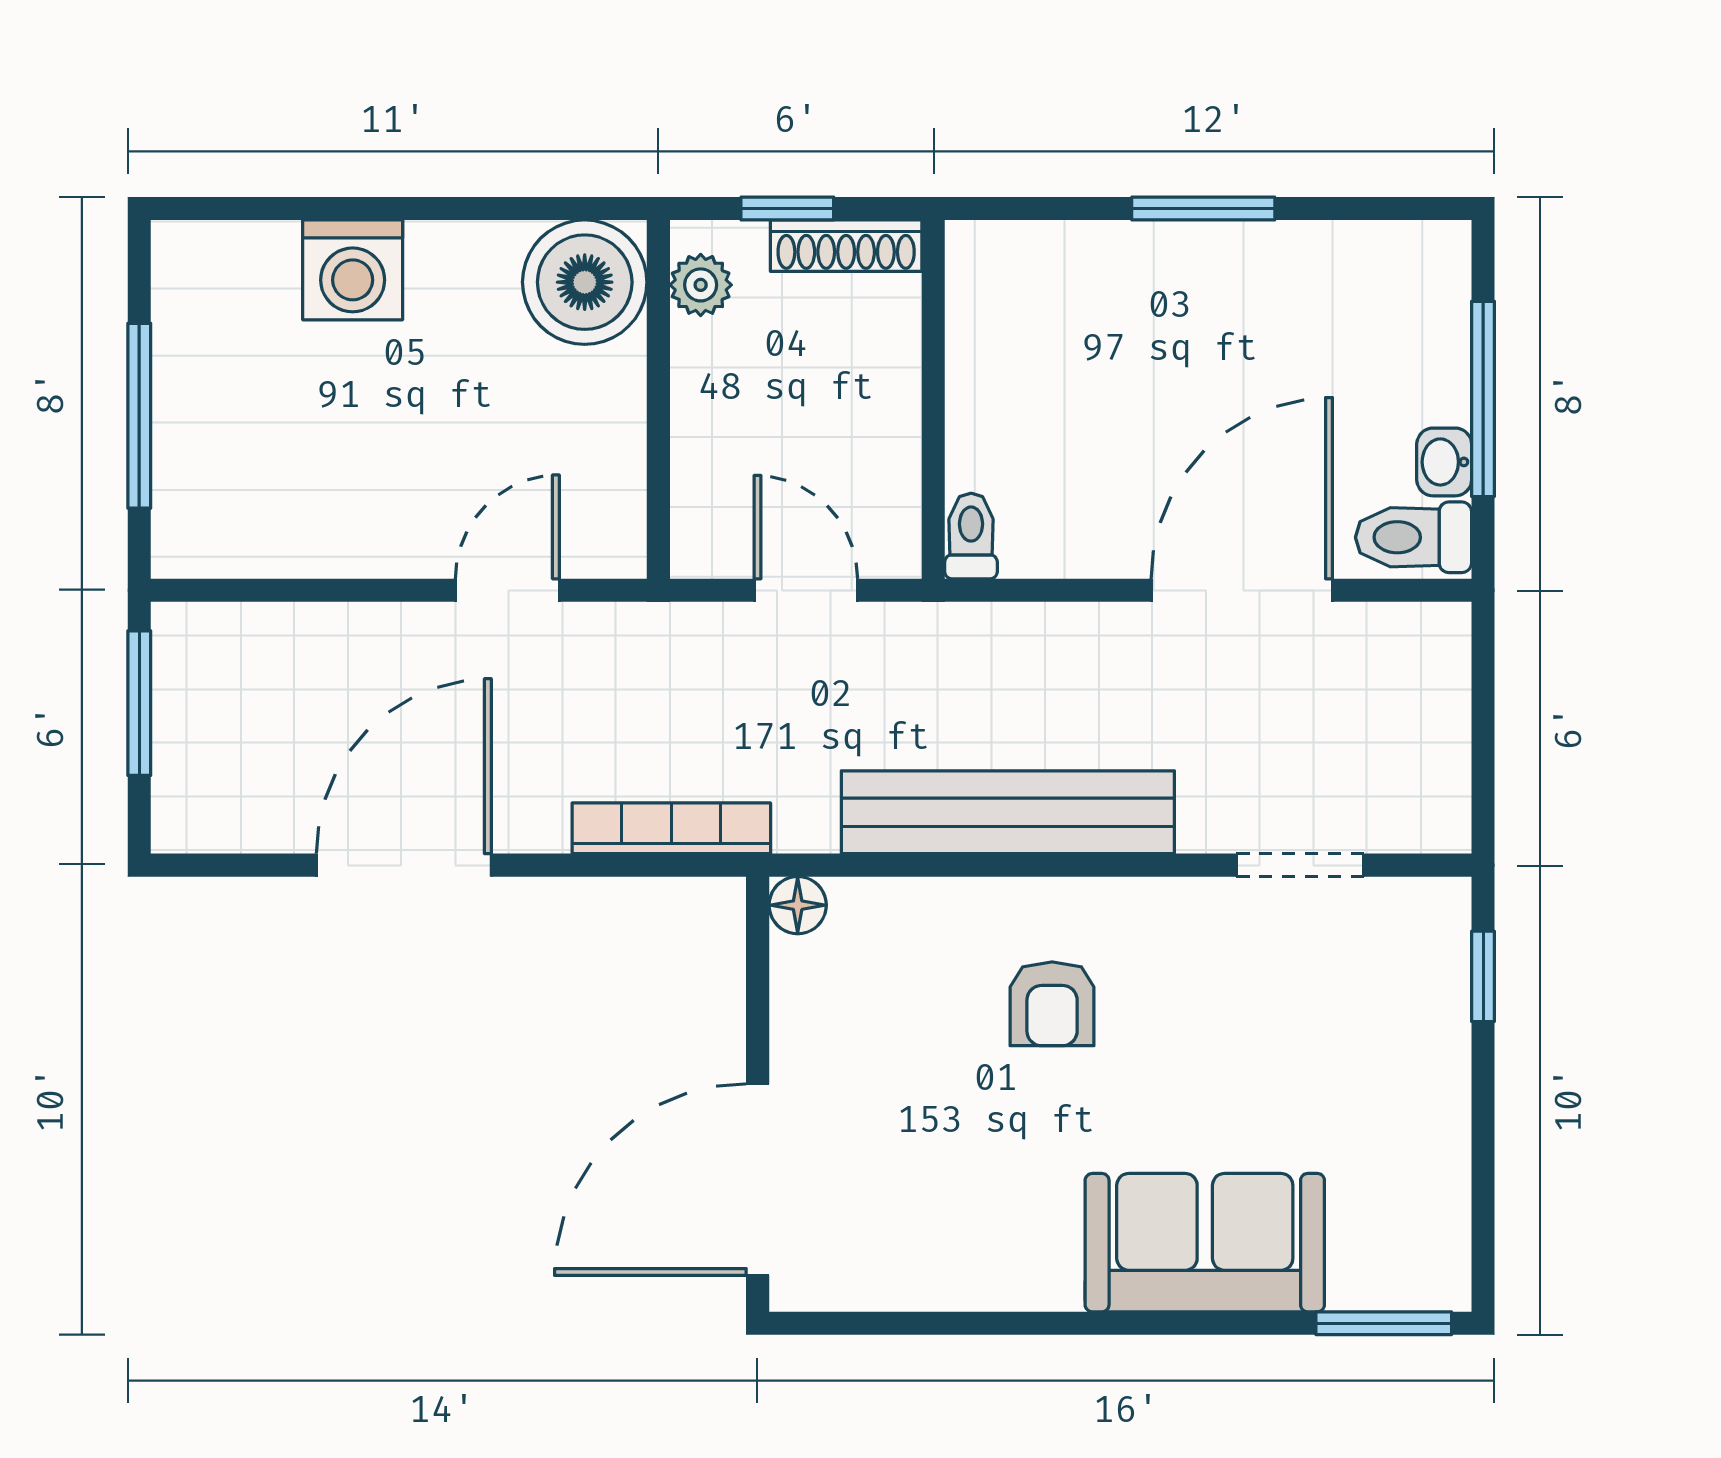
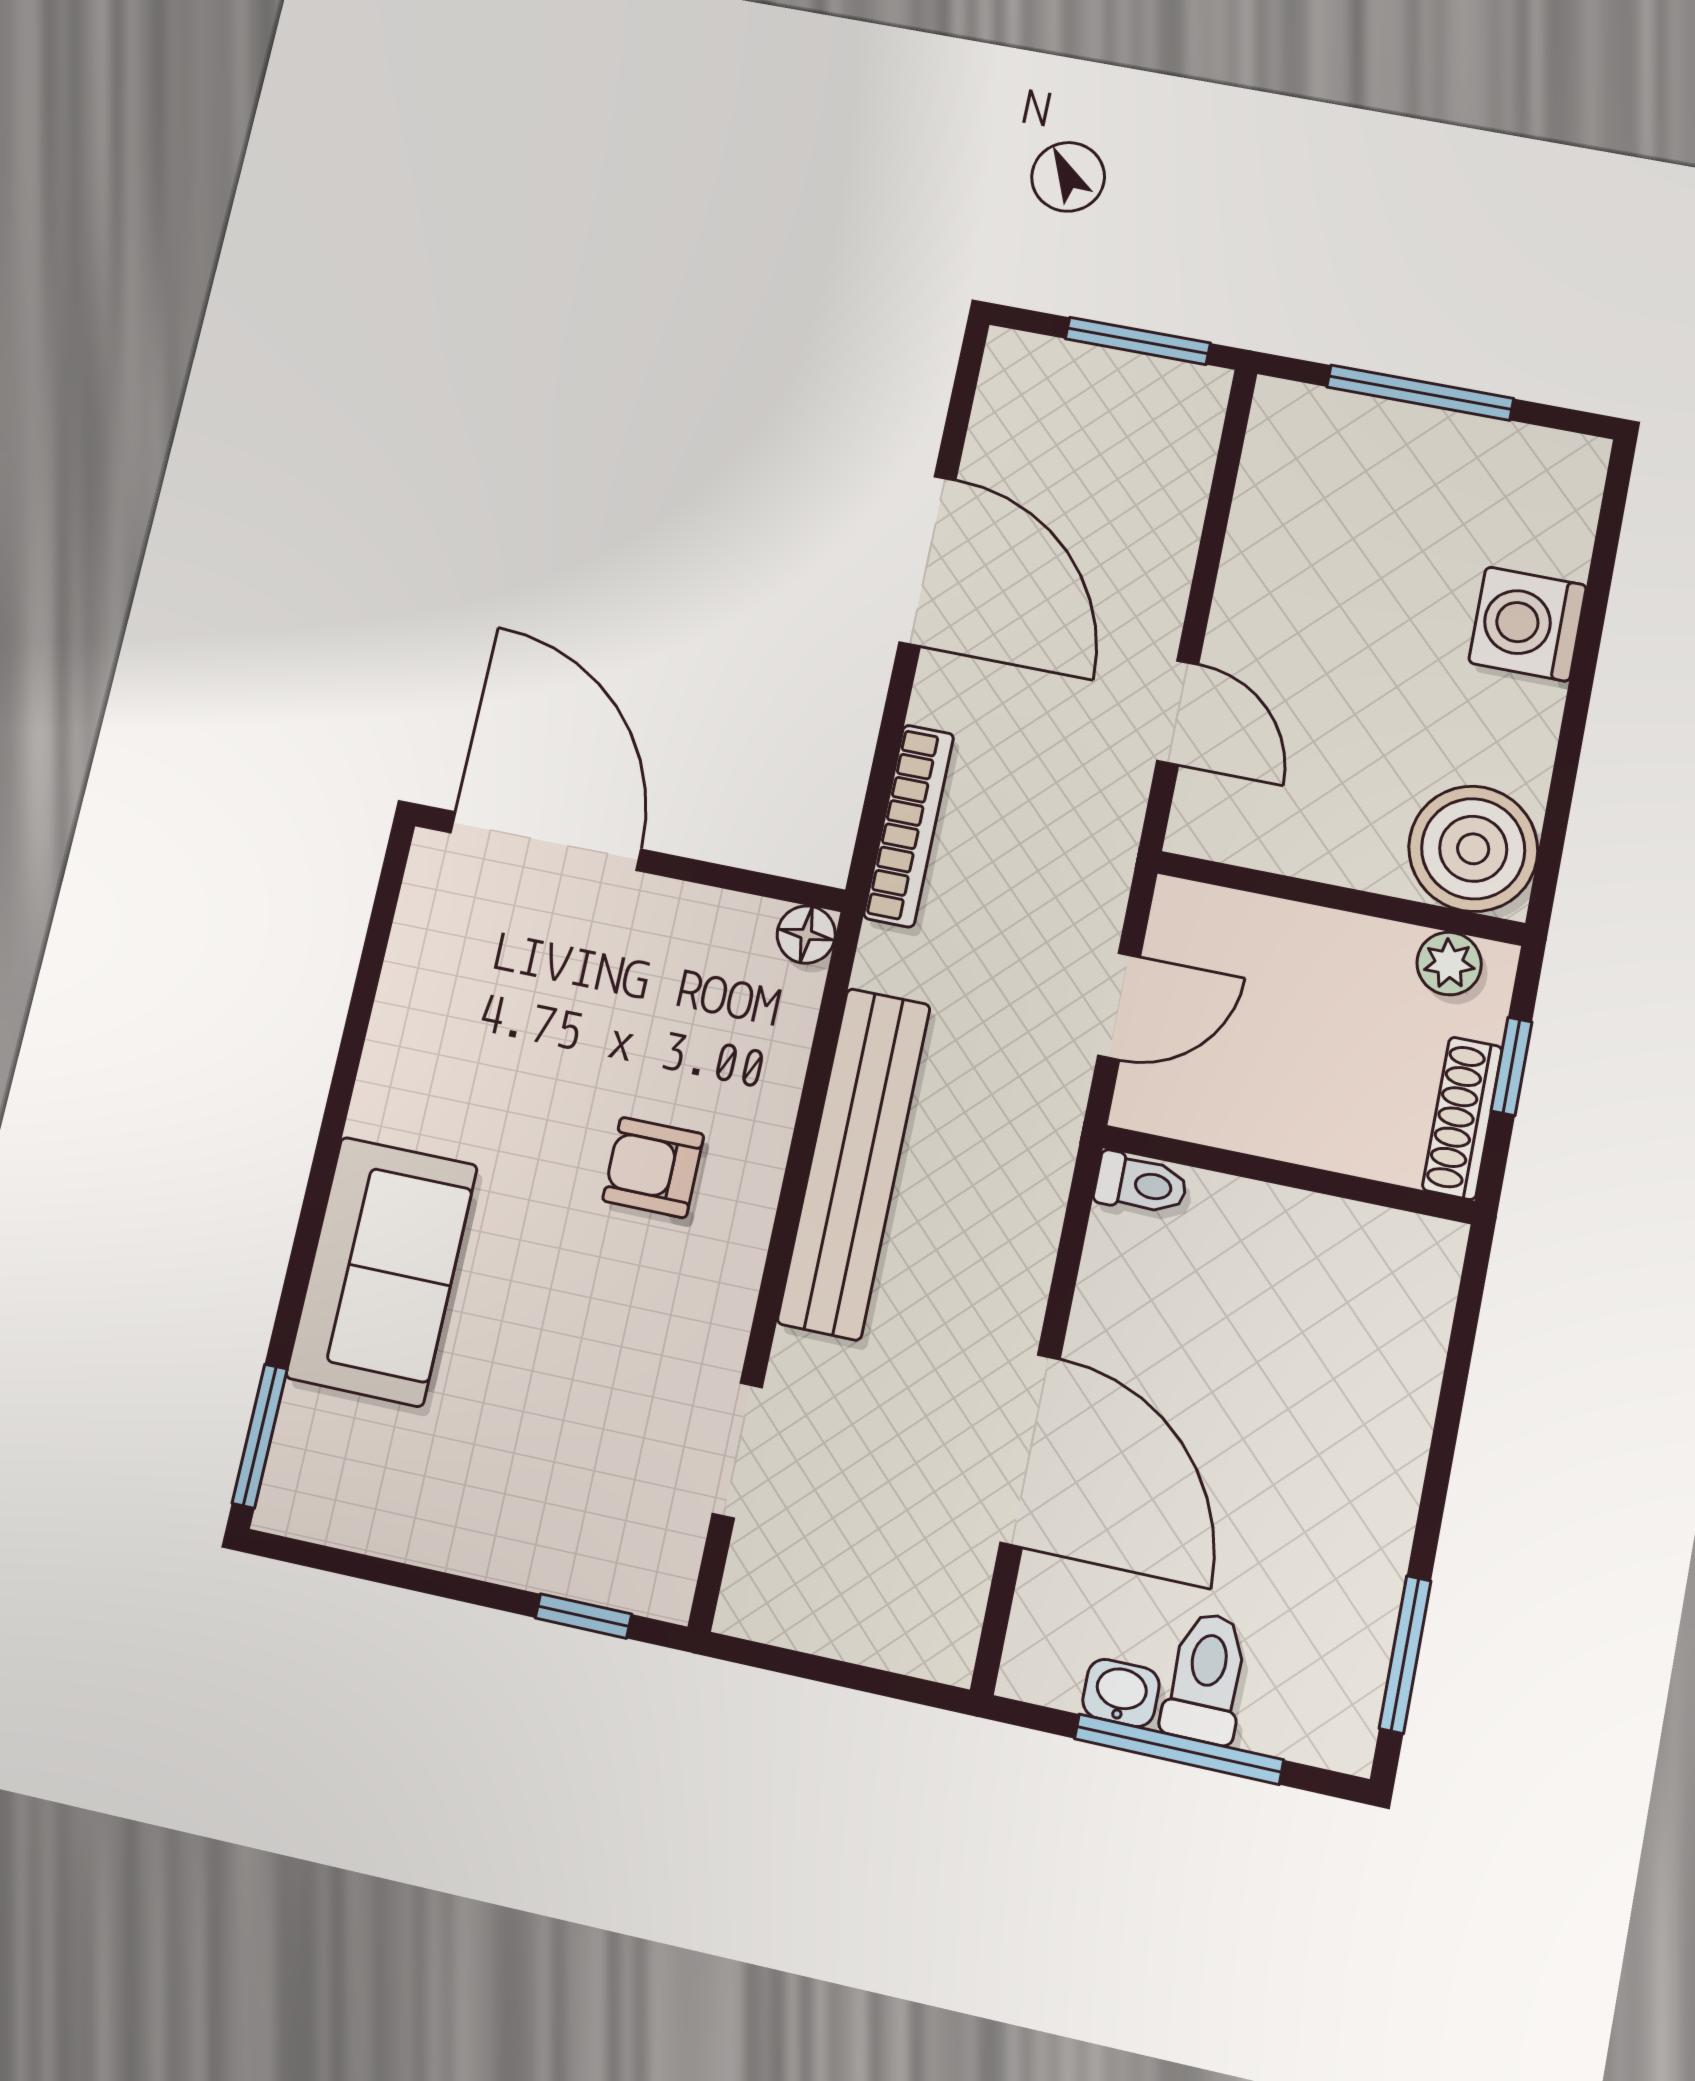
window: (1203, 209) -> (1405, 1655), moved
toilet: (1414, 537) -> (1206, 1678), moved

